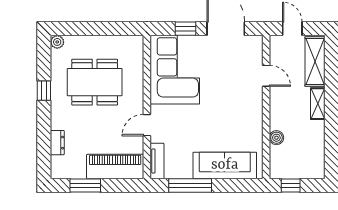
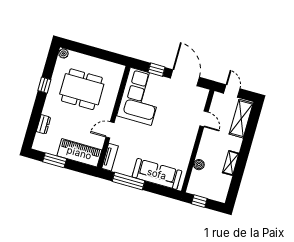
shelving: (318, 104) -> (231, 163), moved

